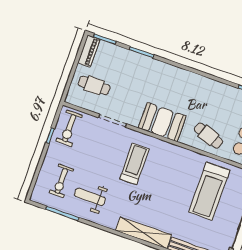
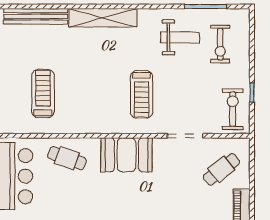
cafe table: (94, 85) -> (221, 169), turned -38
exercise bike: (61, 181) -> (220, 44), turned 180
treadmill: (209, 191) -> (43, 94), width x0.73, depth x0.73

